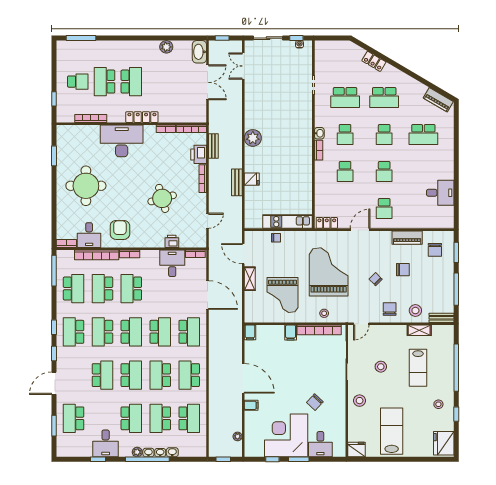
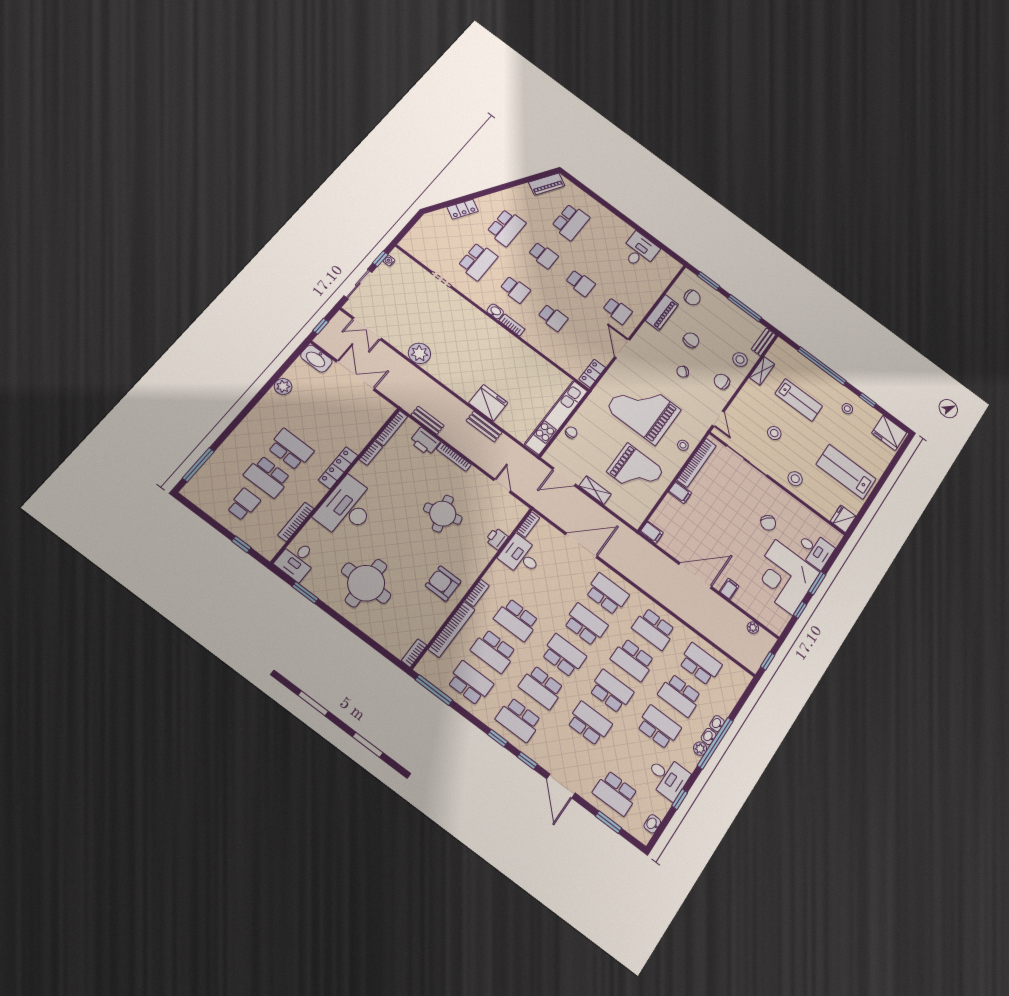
plant: (253, 138) -> (419, 353), moved
fridge: (252, 179) -> (488, 403), width x1.88, depth x1.34
kitchen unit: (288, 222) -> (556, 417), width x1.36
desk: (89, 235) -> (297, 560), moved, turned 90
washbasin: (172, 452) -> (652, 824), moved

